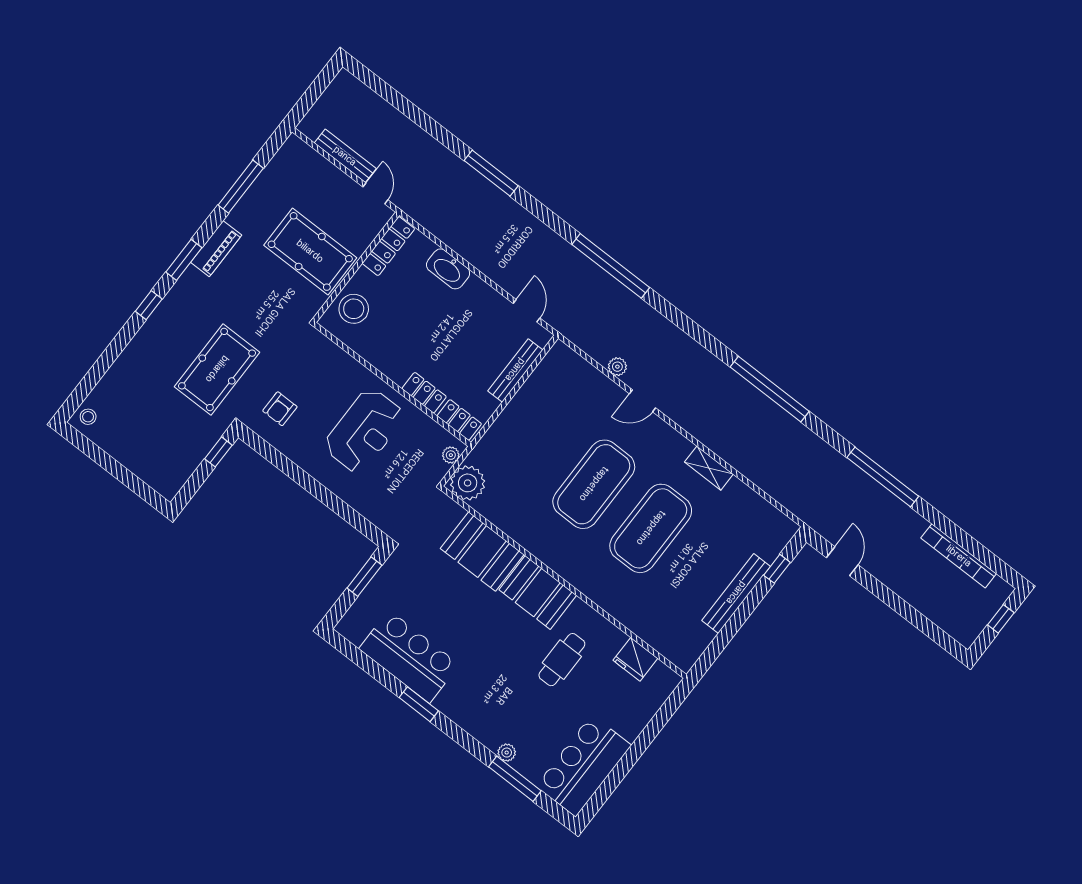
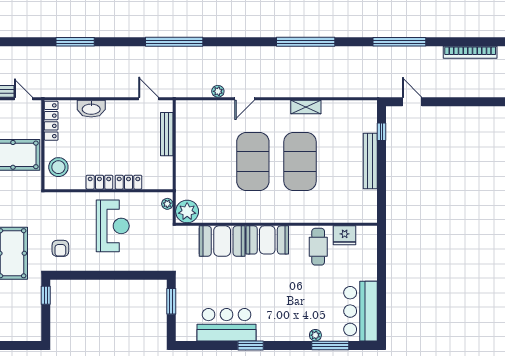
locker: (459, 420) -> (99, 182), moved
cafe table: (562, 660) -> (318, 247), moved

